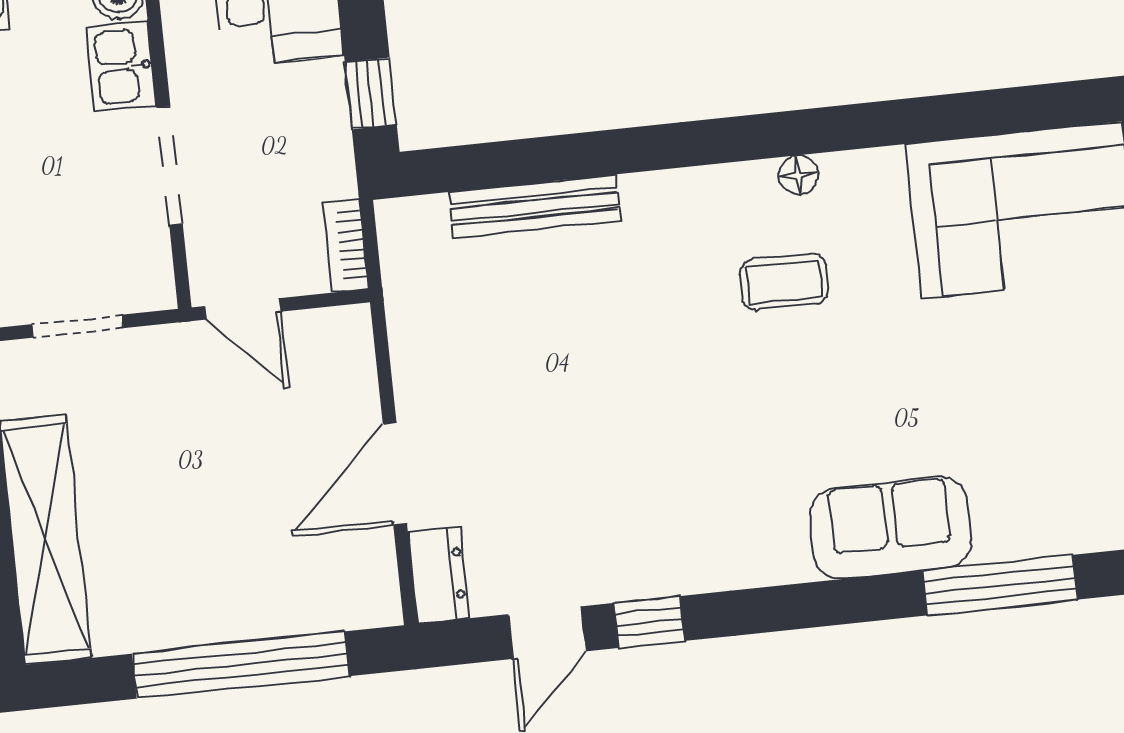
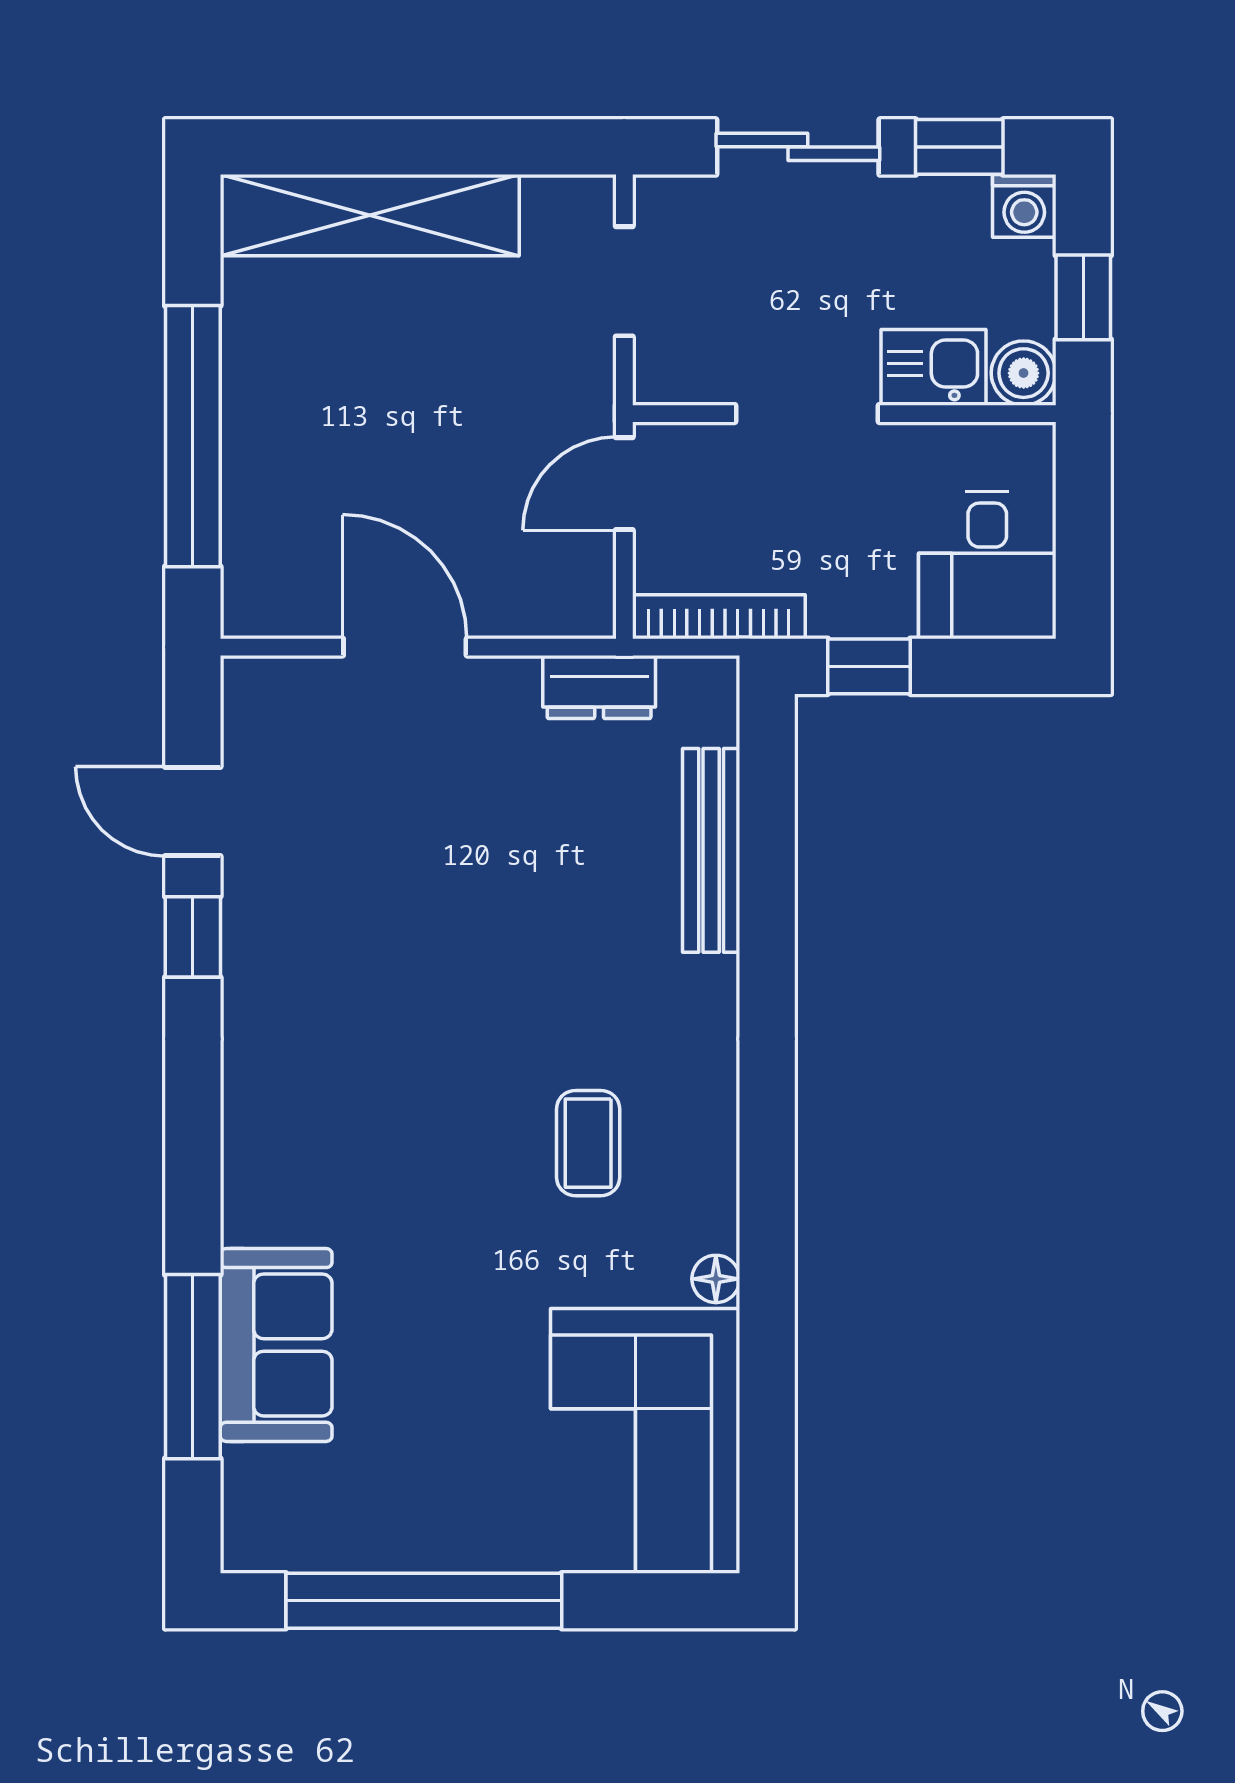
floor lamp: (798, 175) -> (716, 1279), moved
bookcase: (346, 246) -> (719, 617), width x1.56
sofa: (890, 528) -> (276, 1345), moved
dresser: (438, 575) -> (599, 687), moved

